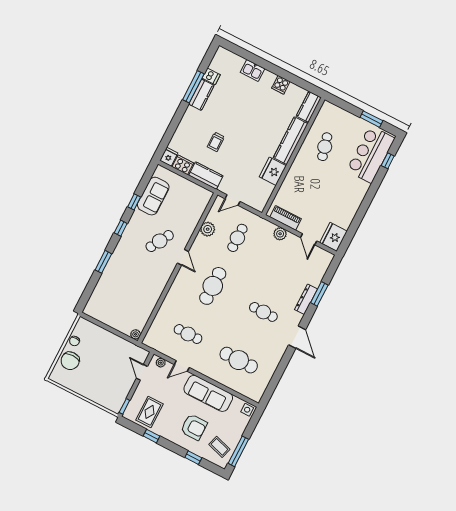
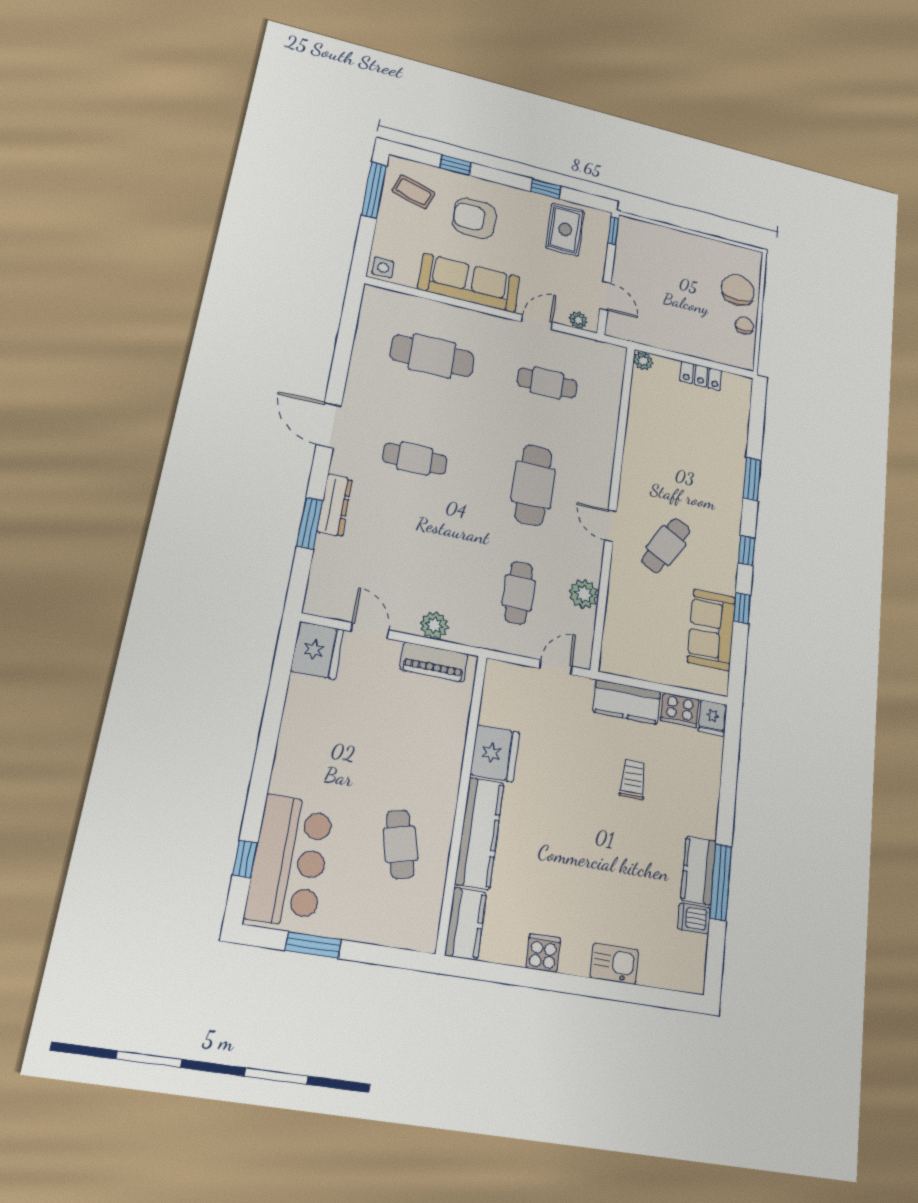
locker: (109, 320) -> (701, 376), added

